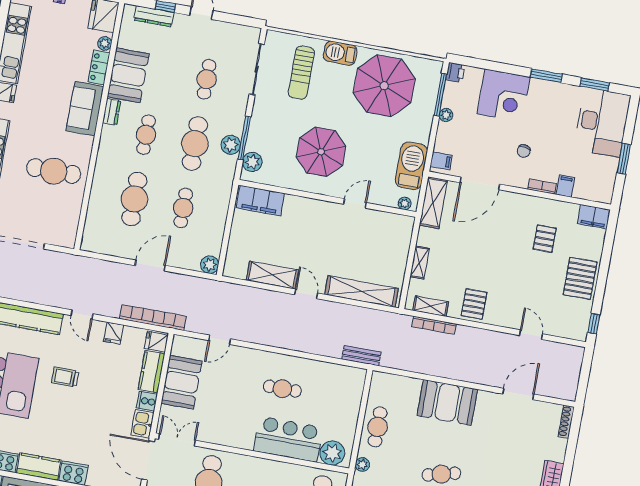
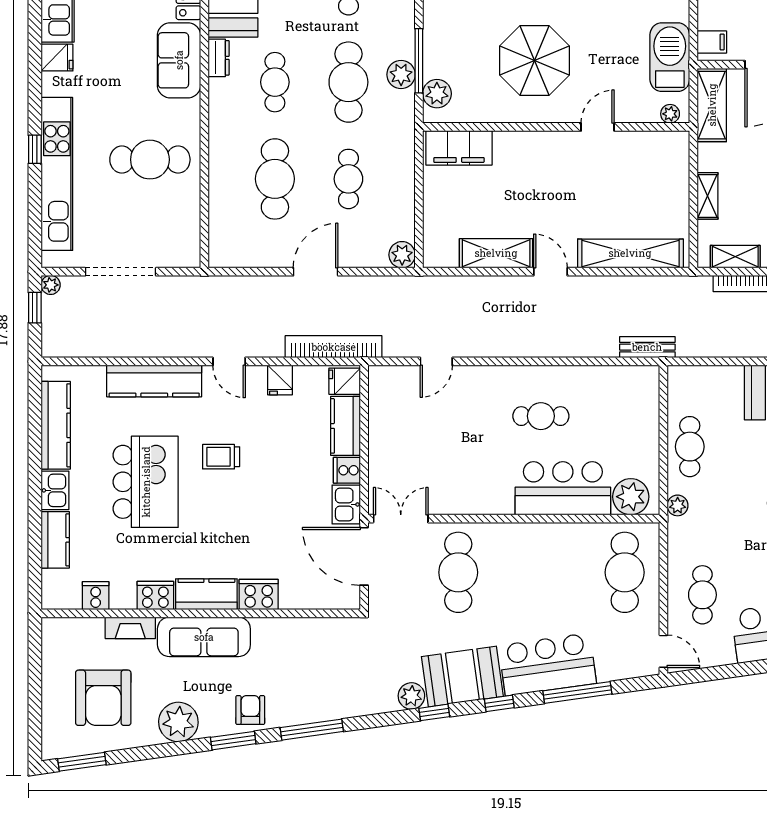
booth: (182, 382) -> (392, 433), removed

